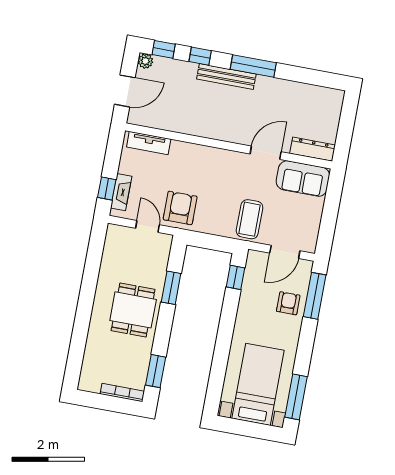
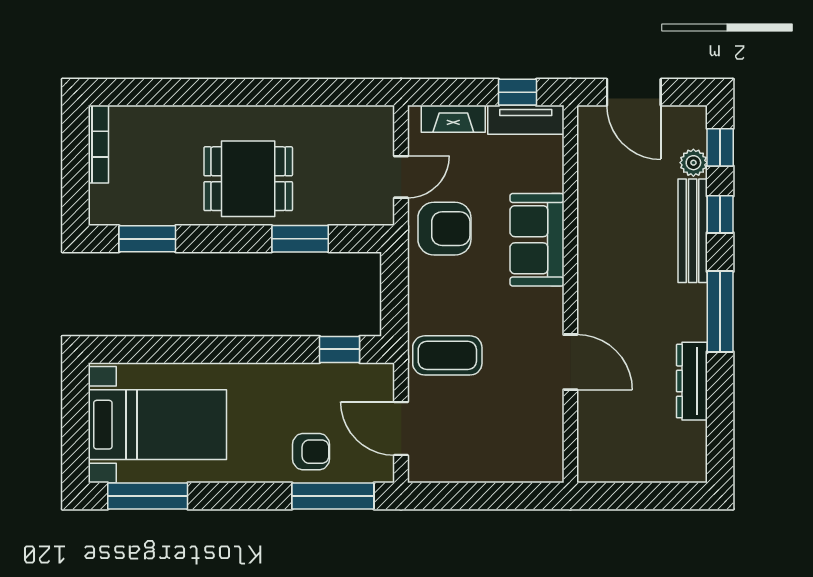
plant: (145, 61) -> (693, 163), moved
bench: (226, 77) -> (693, 231), moved
tv unit: (149, 143) -> (526, 120), moved, turned -90
dresser: (313, 149) -> (692, 381), moved, turned 180
sofa: (303, 179) -> (537, 240), moved
window: (107, 188) -> (518, 92), moved
bookcase: (122, 393) -> (98, 144), moved

